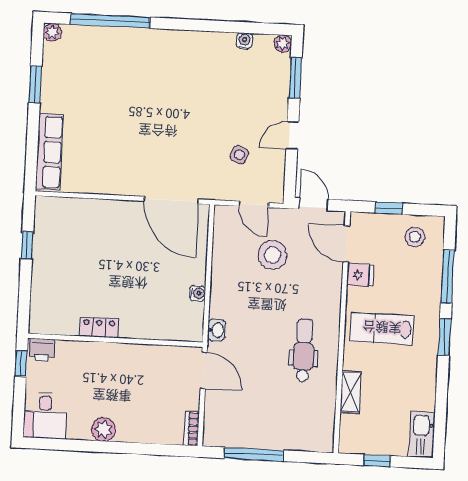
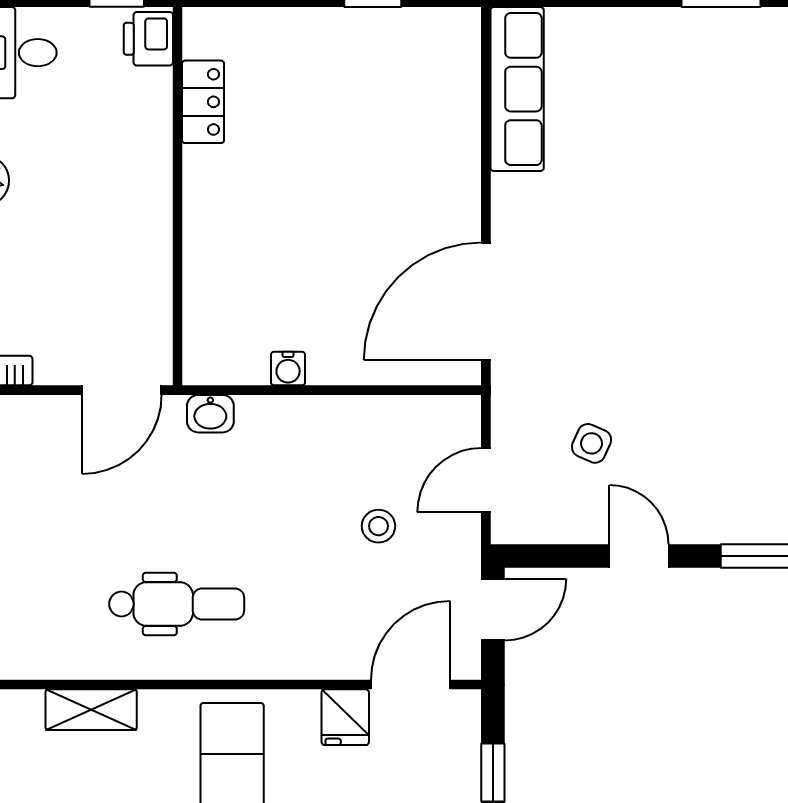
row of seats: (50, 152) -> (517, 89), moved, turned -90
stool: (272, 255) -> (378, 526), width x0.53, depth x0.53
locker: (99, 328) -> (203, 102), moved

